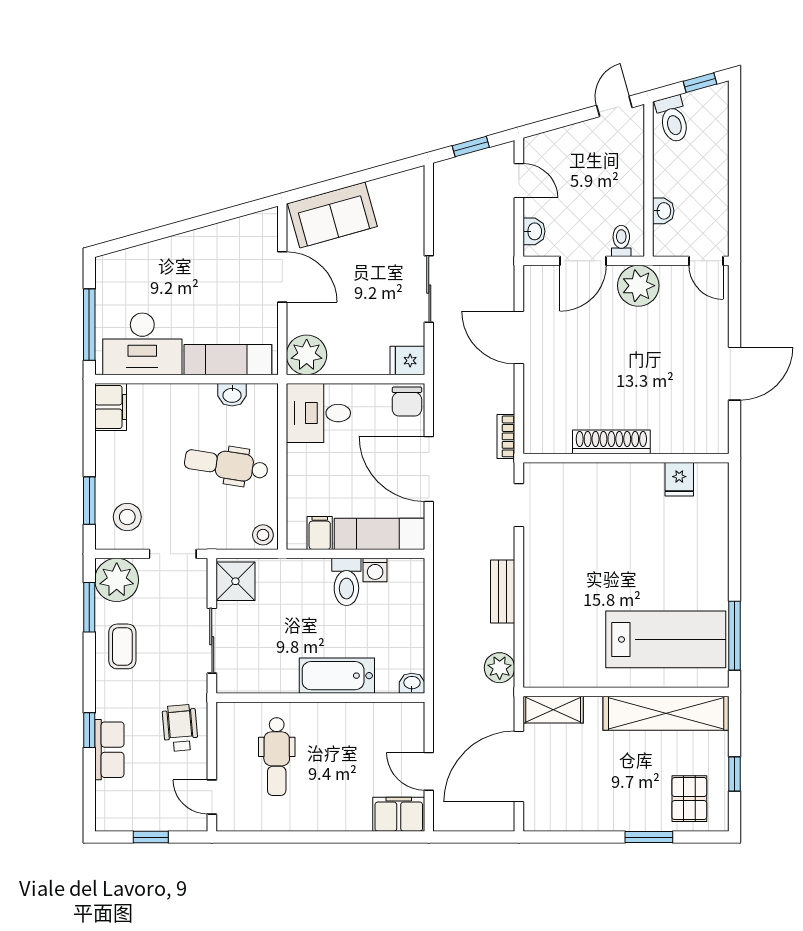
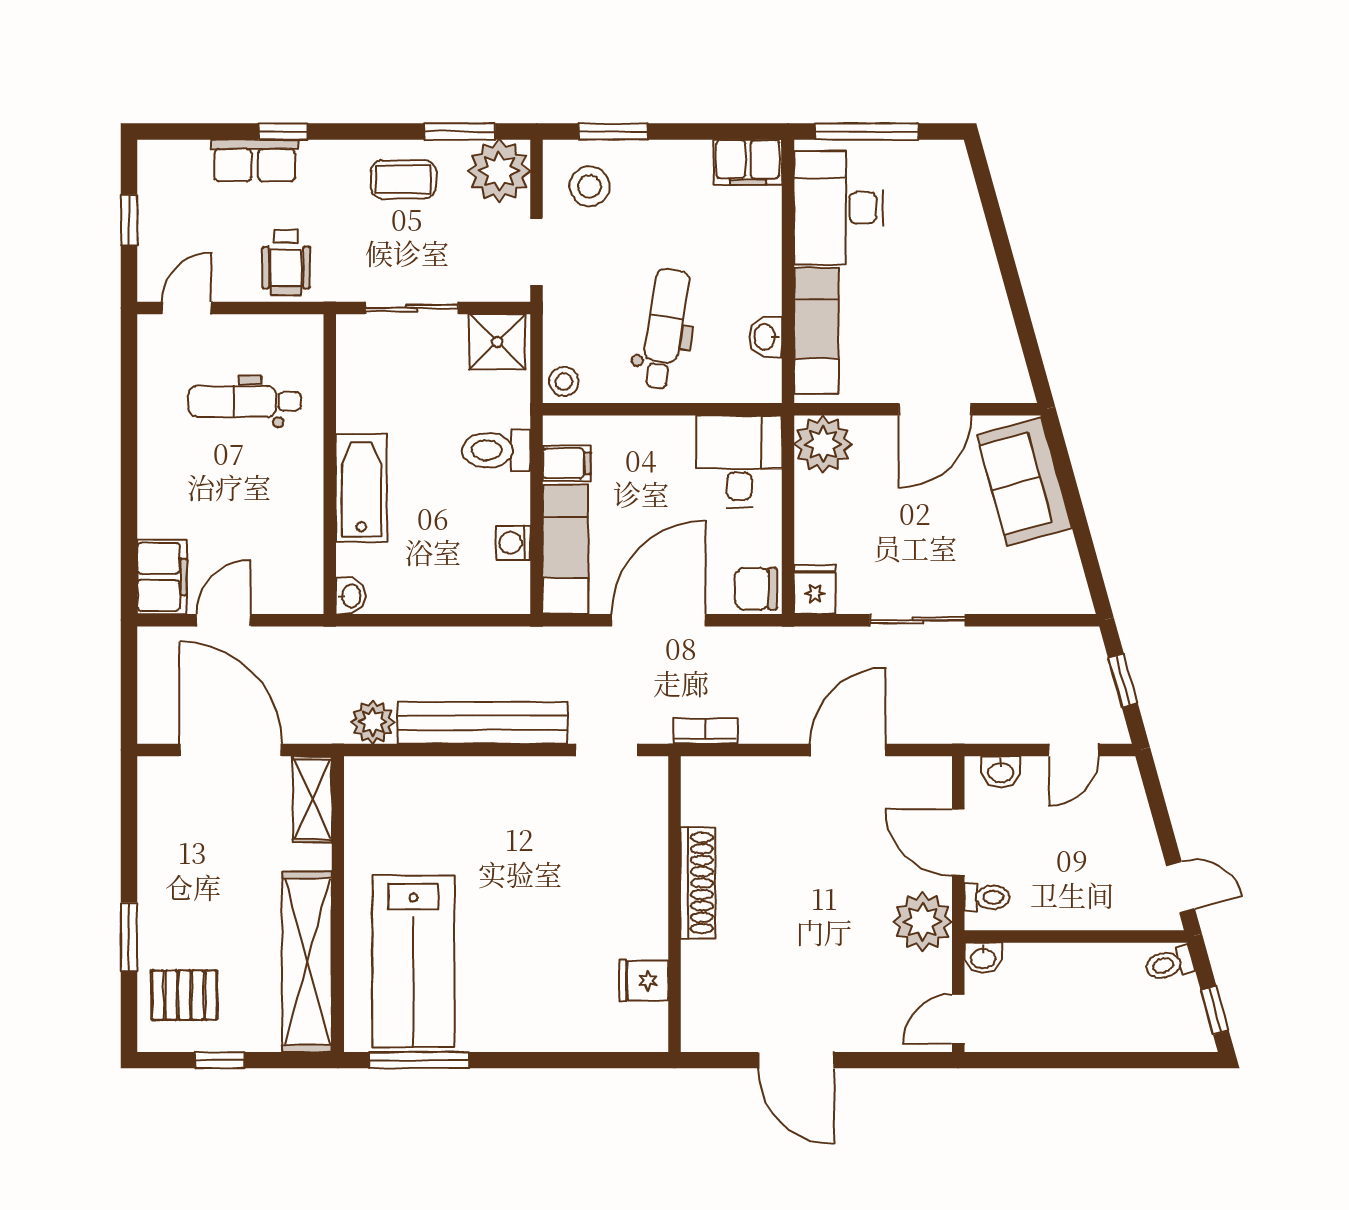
toilet: (673, 119) -> (1169, 964), width x0.73, depth x0.72
washbasin: (663, 211) -> (983, 958), moved
toilet: (346, 582) -> (496, 450), moved
bench: (503, 591) -> (482, 723), width x1.86, depth x1.21
wheelchair: (180, 728) -> (286, 262), turned 95

